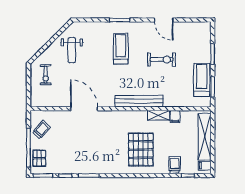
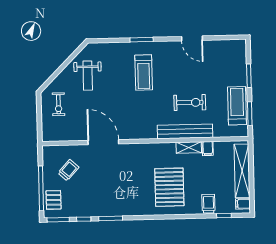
treadmill: (121, 49) -> (144, 72), turned 180
exercise bike: (162, 60) -> (190, 103), moved
bench: (139, 101) -> (185, 131), moved
trolley: (41, 130) -> (68, 170), moved

